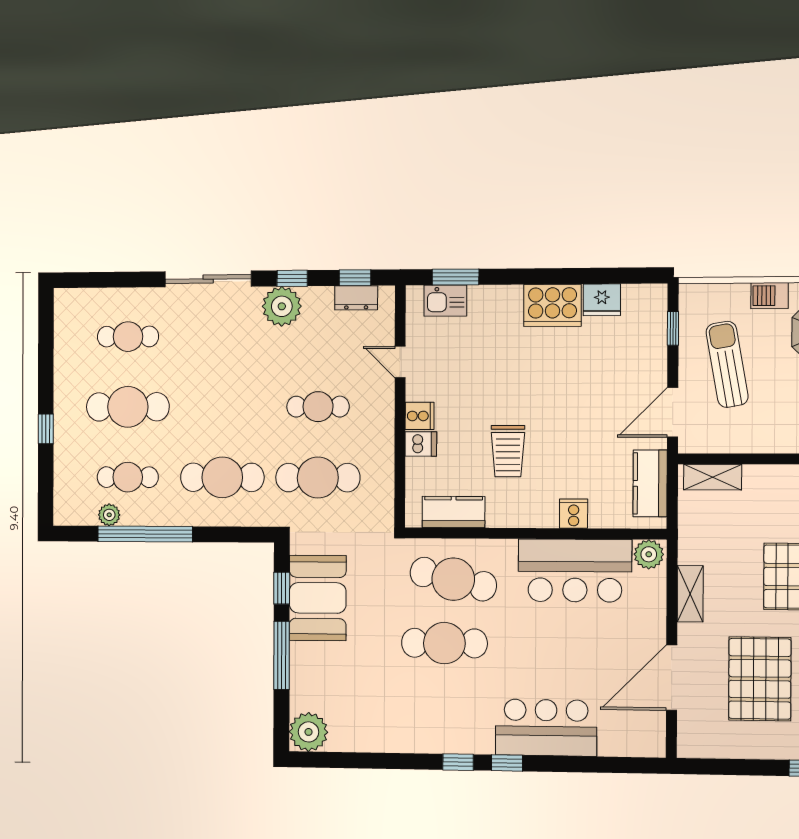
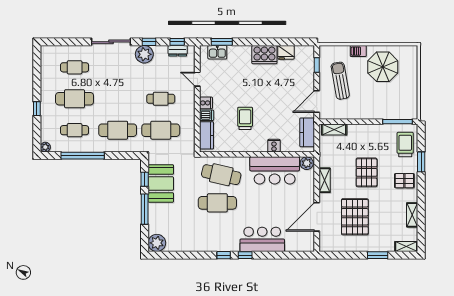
trolley: (508, 451) -> (245, 118), turned 180
kitchen counter: (454, 512) -> (207, 135), moved, turned 90
plant: (109, 515) -> (45, 147), moved

